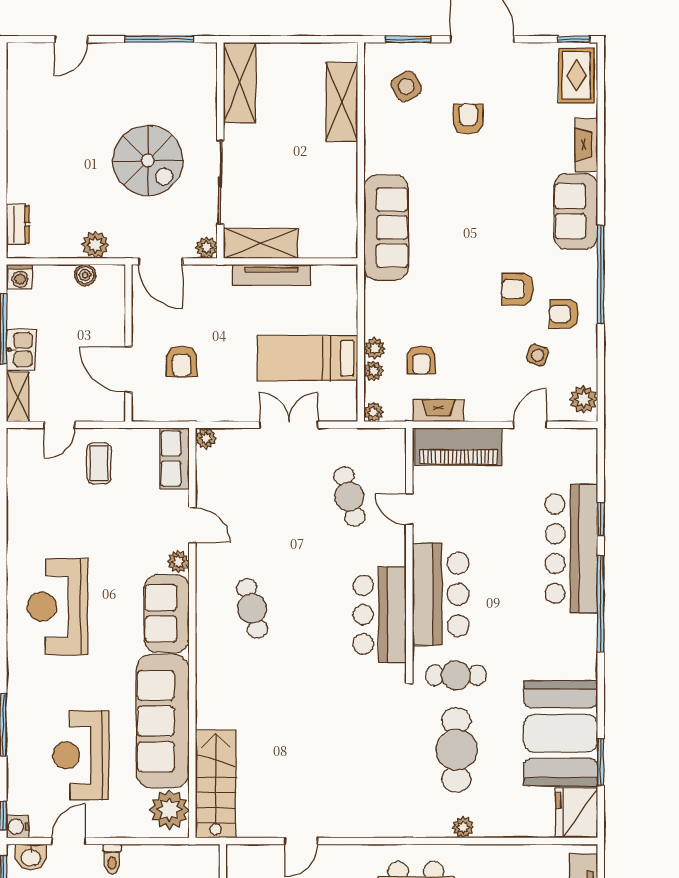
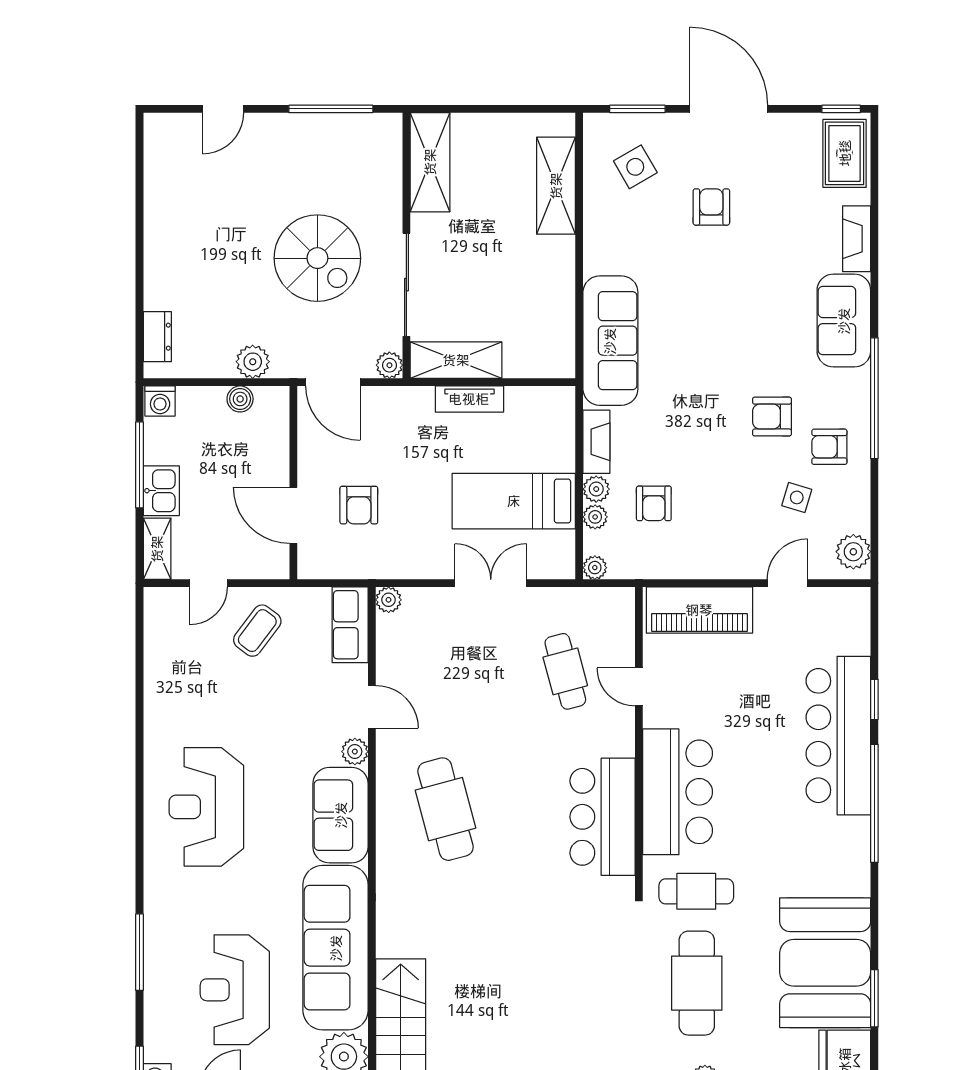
tv unit: (272, 275) -> (469, 399), width x0.71
fireplace: (438, 411) -> (596, 442), moved, turned 90
coffee table: (99, 463) -> (257, 631), turned 37
cafe table: (252, 608) -> (446, 809), width x1.37, depth x1.35

